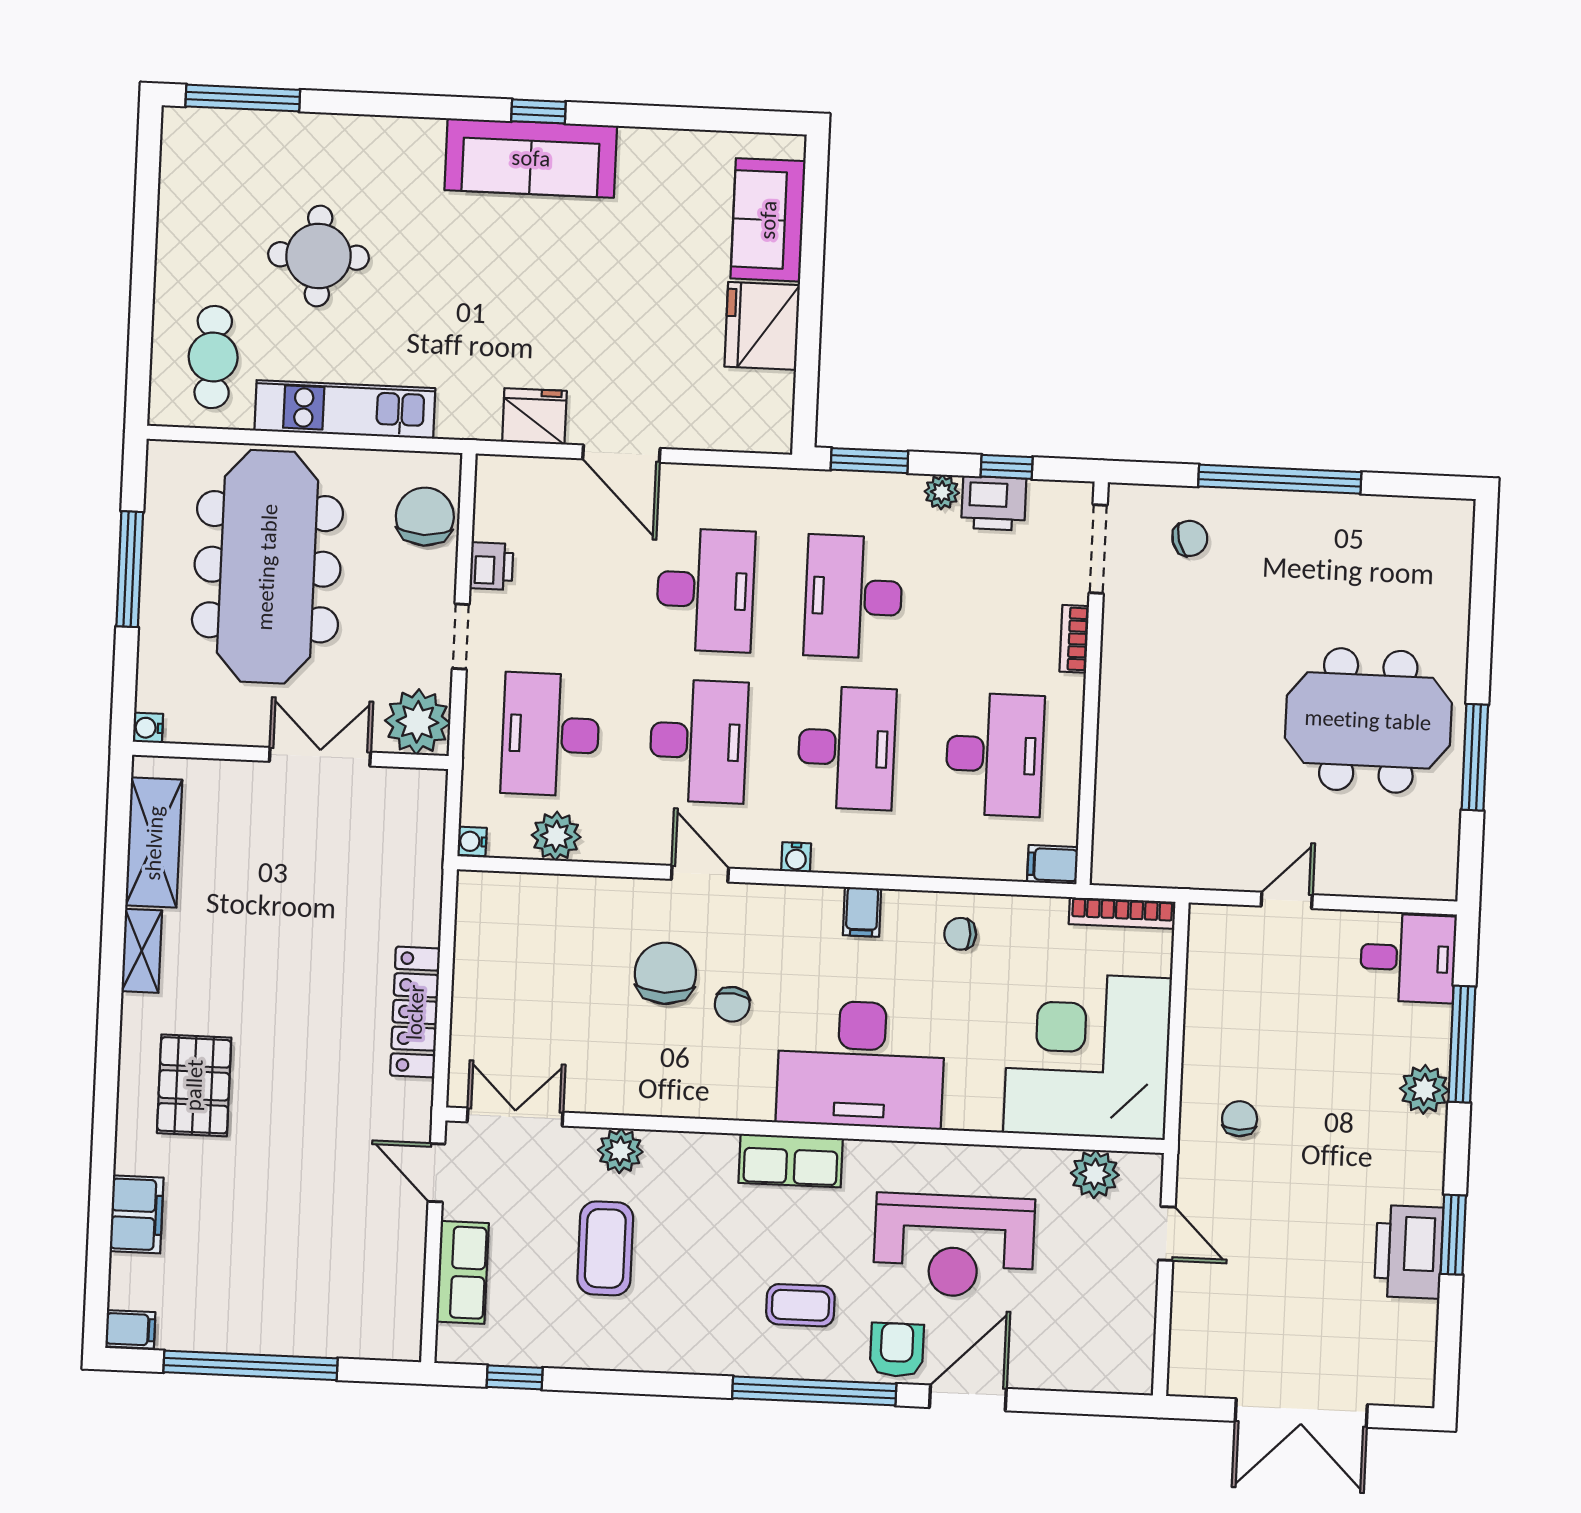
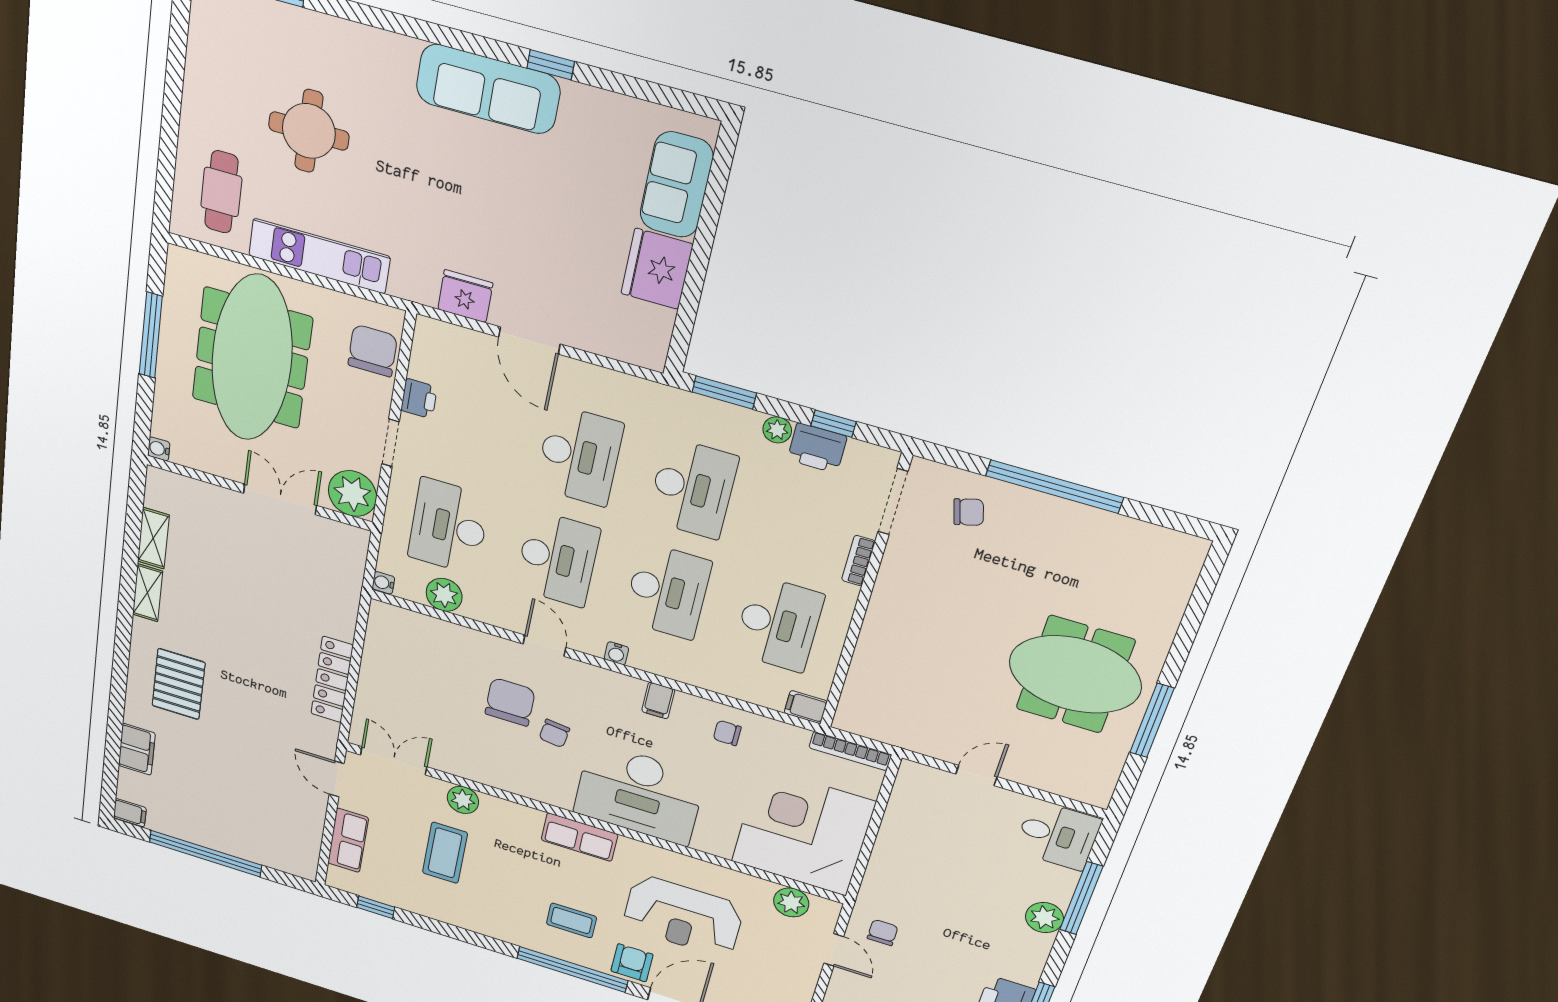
window: (538, 111) -> (551, 65), moved
desk: (853, 597) -> (692, 488), turned 180
shelving: (154, 843) -> (153, 538), width x0.67, depth x0.75
chair: (1240, 1119) -> (883, 933), moved

